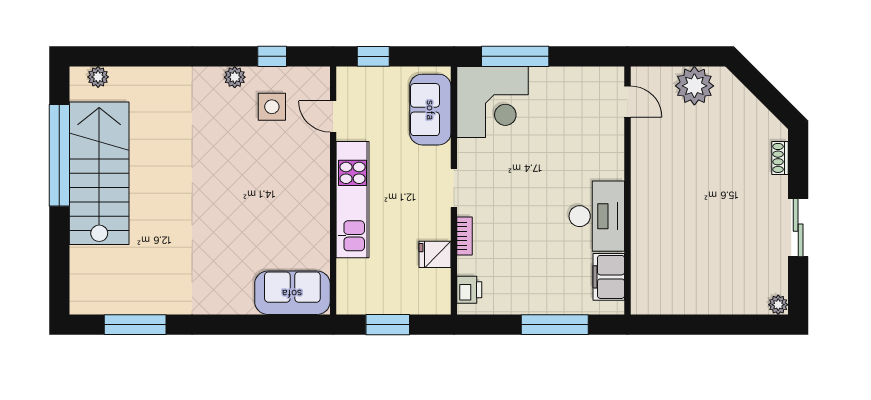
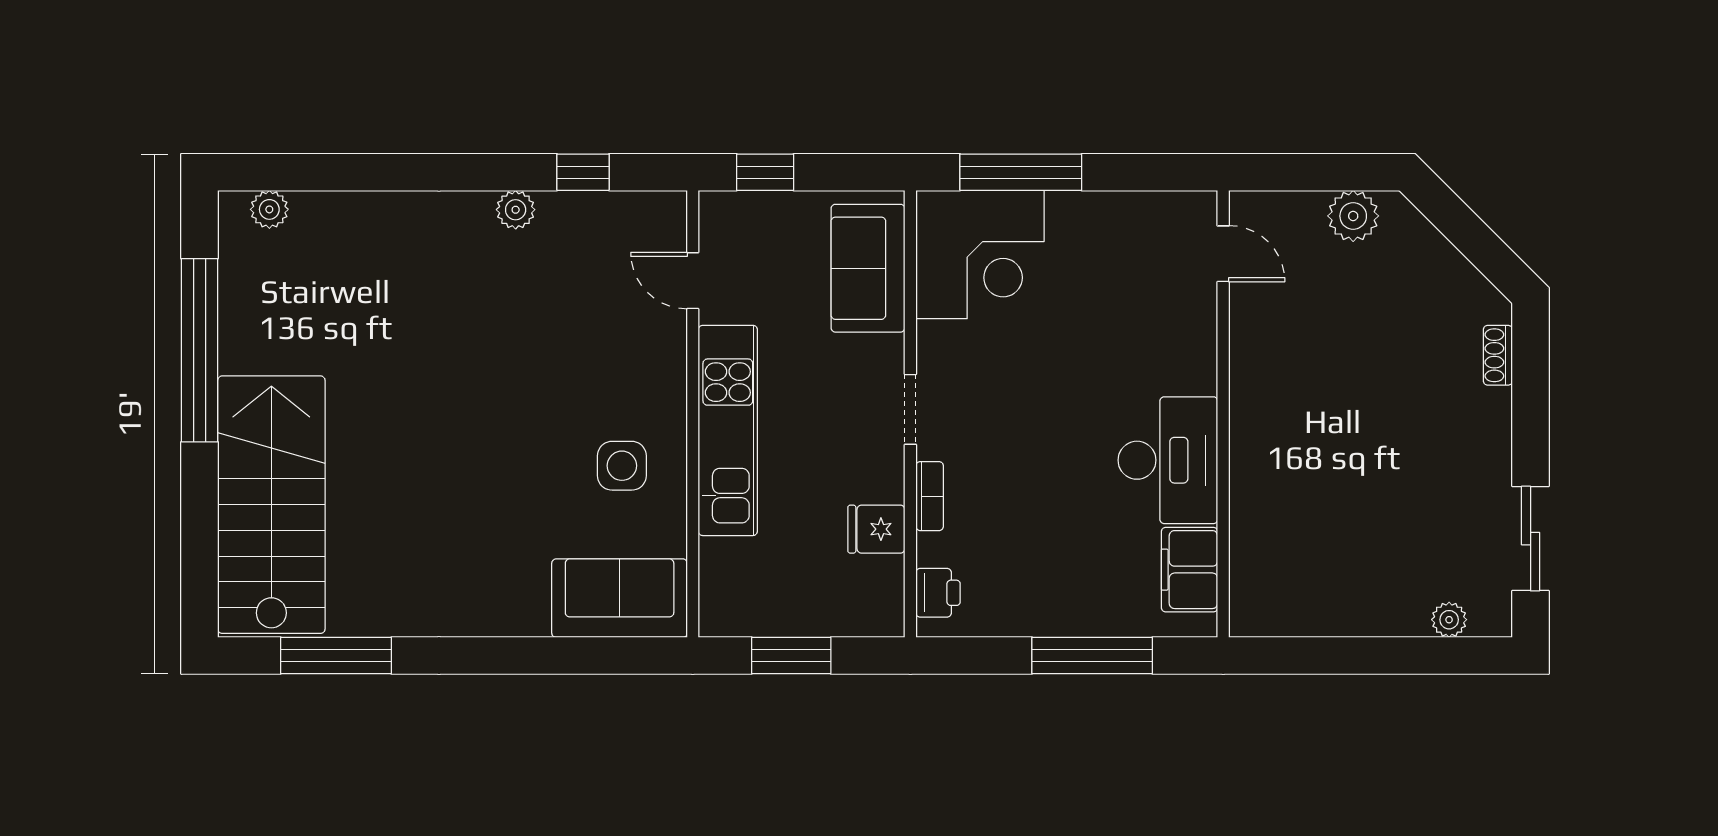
plant: (694, 86) -> (1353, 216), width x0.73, depth x0.73
side table: (272, 107) -> (622, 466), moved
stairs: (99, 173) -> (271, 505), moved
sliding door: (798, 228) -> (1531, 539), moved
plant: (778, 305) -> (1449, 620), moved

